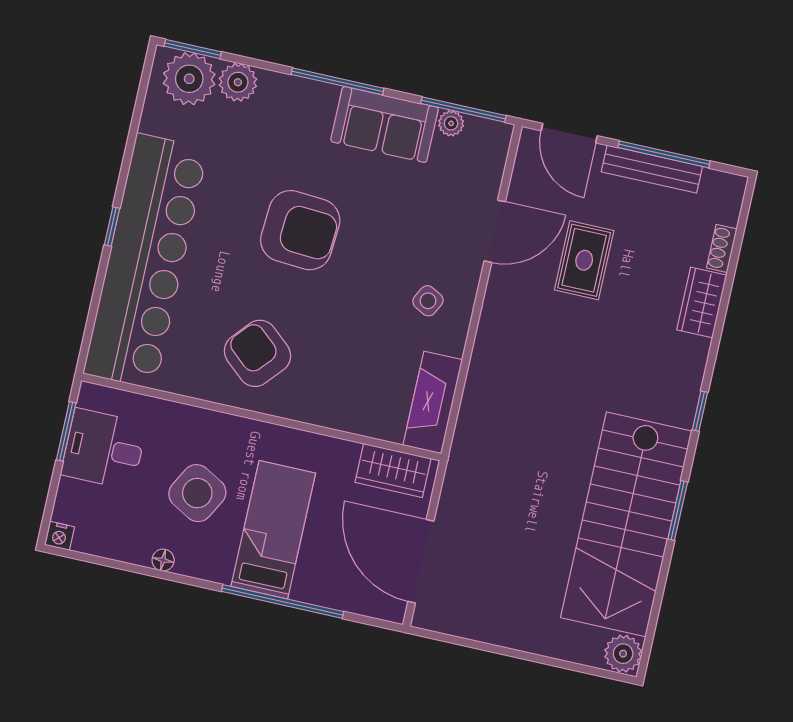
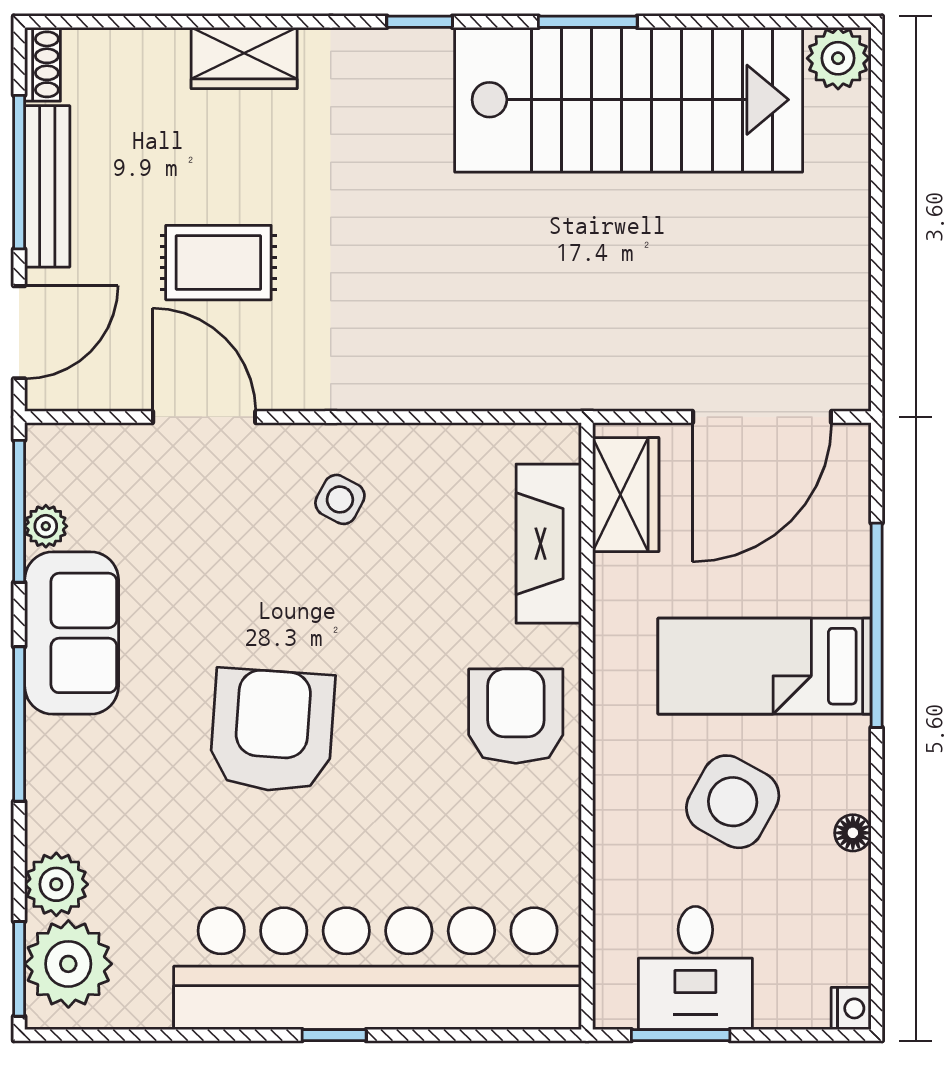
shoe rack: (722, 248) -> (43, 64), moved, turned -90
armchair: (257, 353) -> (516, 716), moved, turned 139
fireplace: (433, 402) -> (549, 544), moved, turned 90

